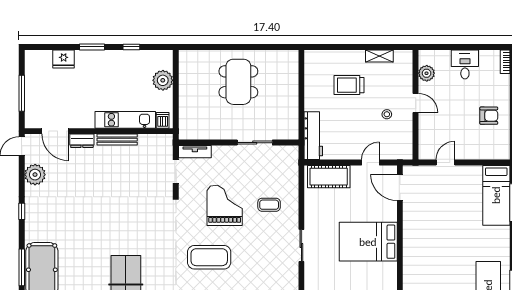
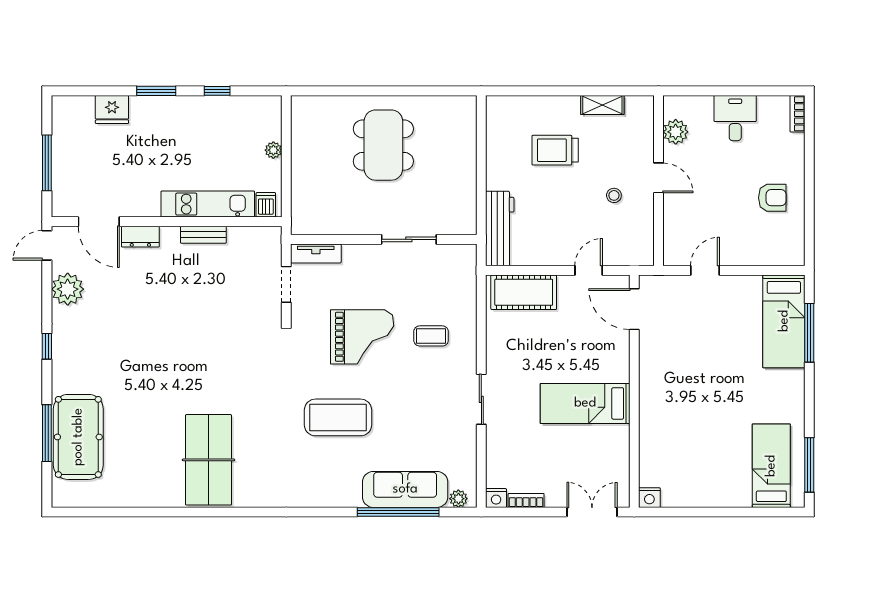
plant: (163, 80) -> (273, 150), width x0.53, depth x0.53
bench: (117, 140) -> (203, 235), width x0.73
grand piano: (225, 205) -> (362, 337), turned 90
bed: (368, 242) -> (585, 403), width x0.67

